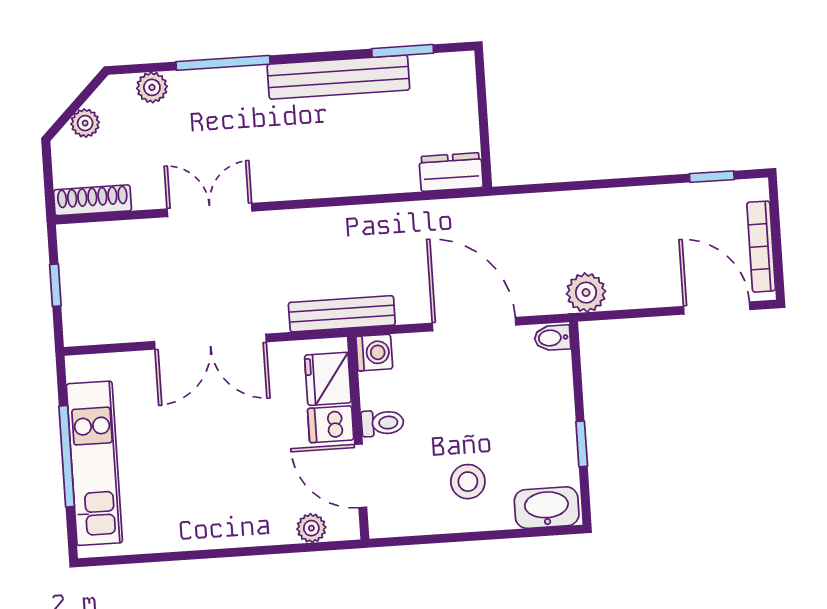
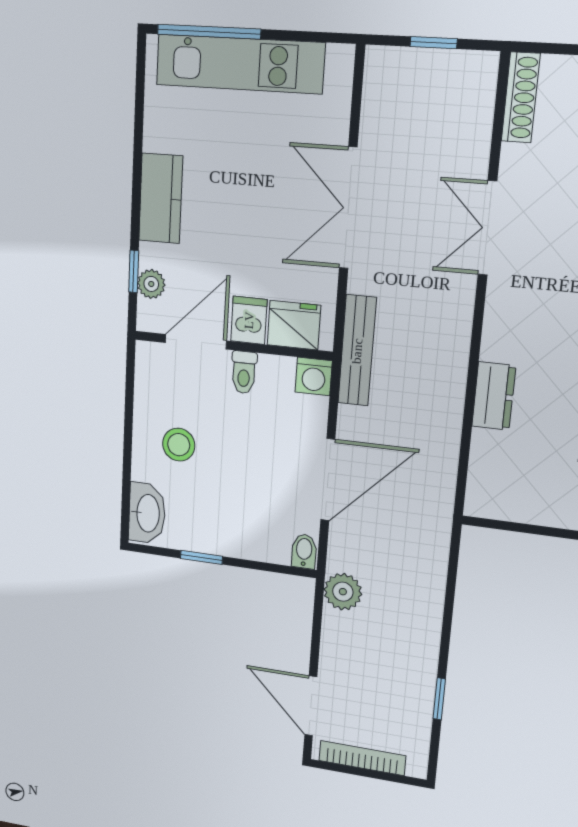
dresser: (451, 172) -> (494, 396), moved
window: (712, 177) -> (439, 699), moved
double door: (210, 210) -> (487, 228), swing flipped
door: (717, 308) -> (311, 706), swing flipped
window: (67, 456) -> (209, 32), moved
kitchen counter: (228, 527) -> (161, 198), added
window: (302, 548) -> (134, 271), added

